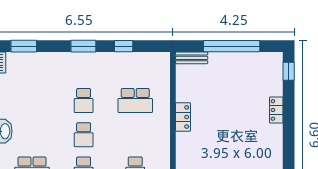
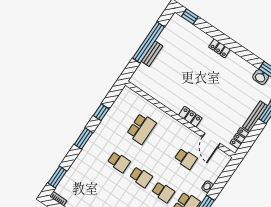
bench: (192, 58) -> (152, 54), moved
locker: (276, 110) -> (219, 48), moved
locker: (183, 117) -> (190, 117), moved

